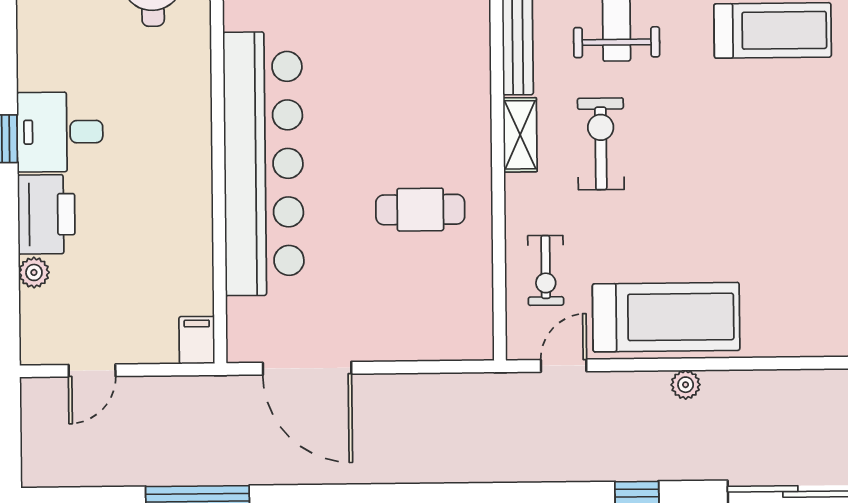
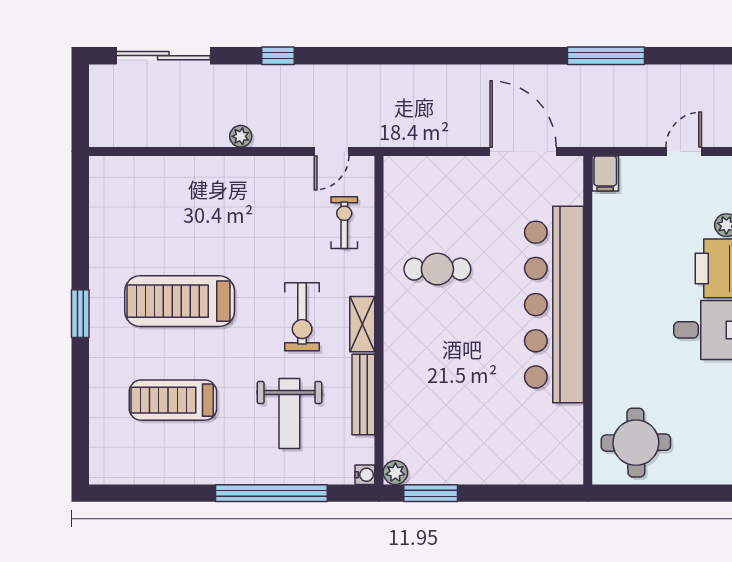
treadmill: (666, 317) -> (180, 301), moved

